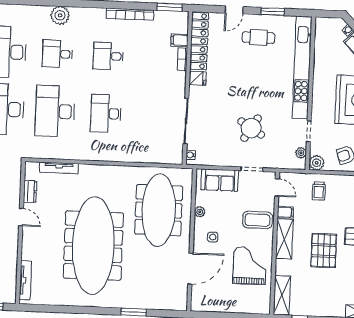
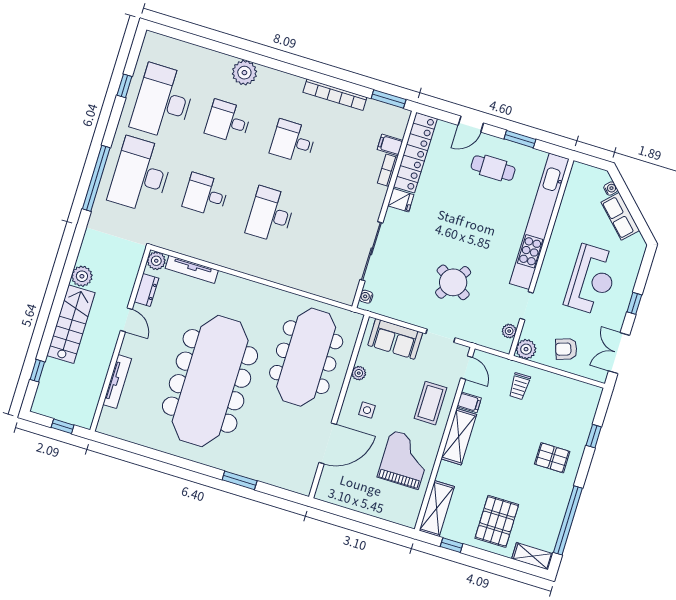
desk: (55, 111) -> (206, 195), width x0.53, depth x0.77
plant: (32, 169) -> (156, 261), added
coffee table: (257, 220) -> (430, 403), turned 90
pallet: (324, 251) -> (497, 521), moved
tv unit: (25, 280) -> (117, 382), moved

